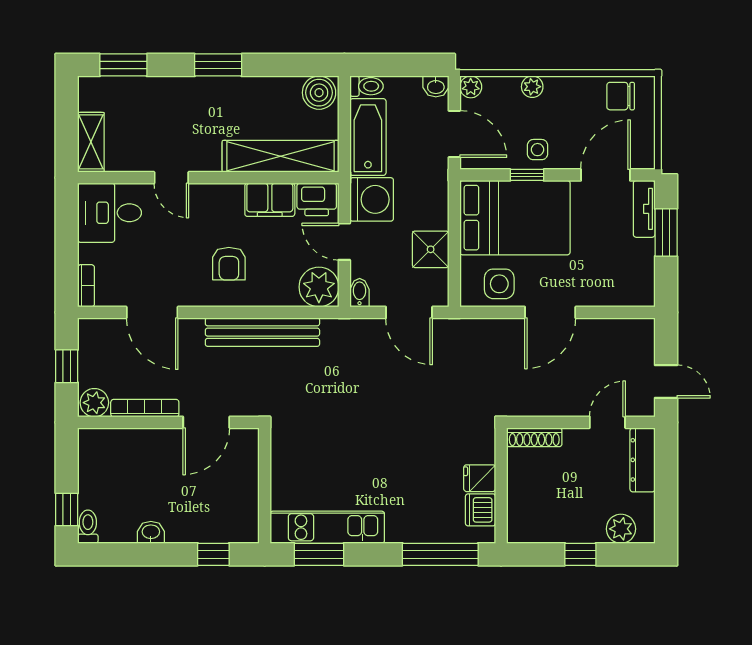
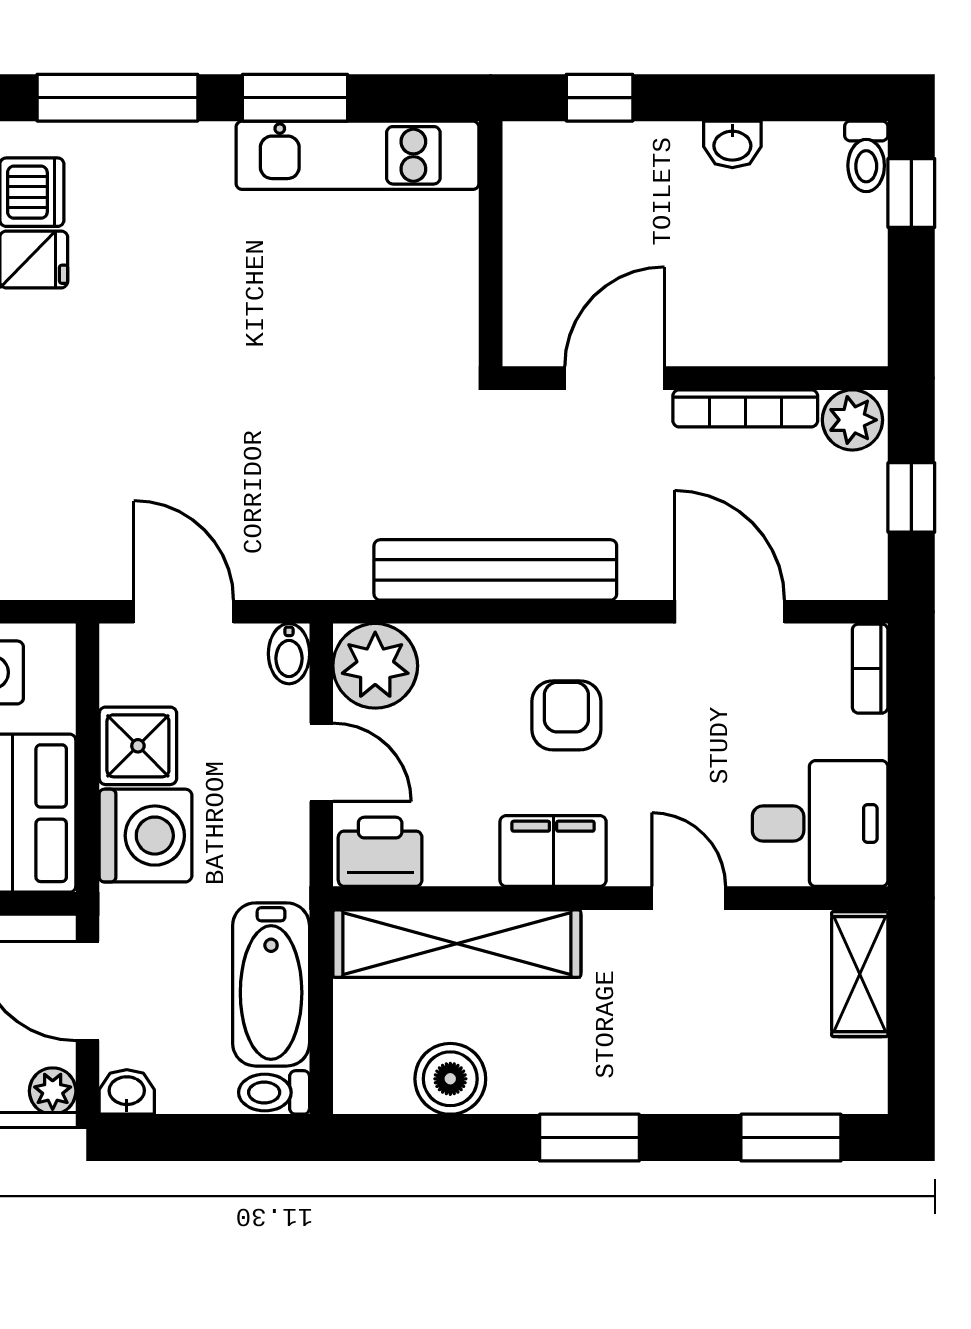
boiler: (319, 93) -> (450, 1079), moved
washing machine: (372, 199) -> (146, 836), moved, turned 180
filing cabinet: (270, 200) -> (553, 851), moved
window: (319, 554) -> (295, 98), moved

